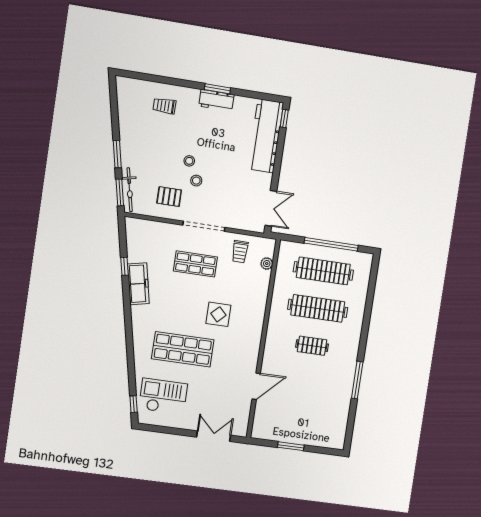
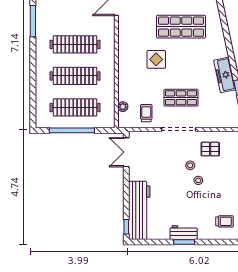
clothes rail: (312, 346) -> (75, 44), width x1.86, depth x1.31

